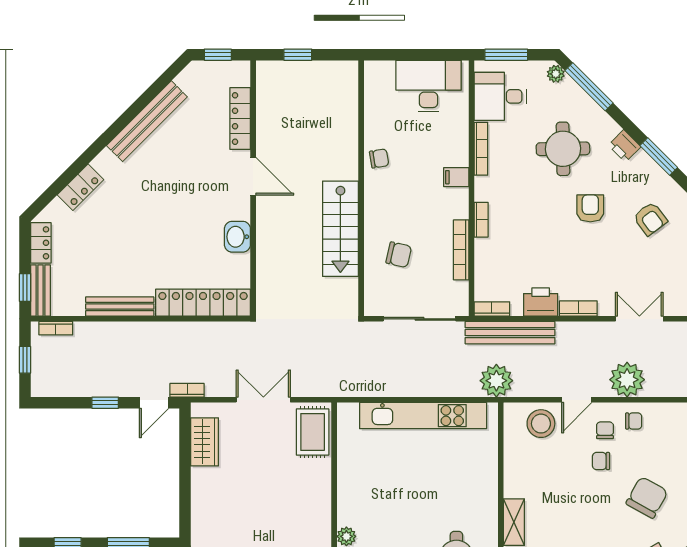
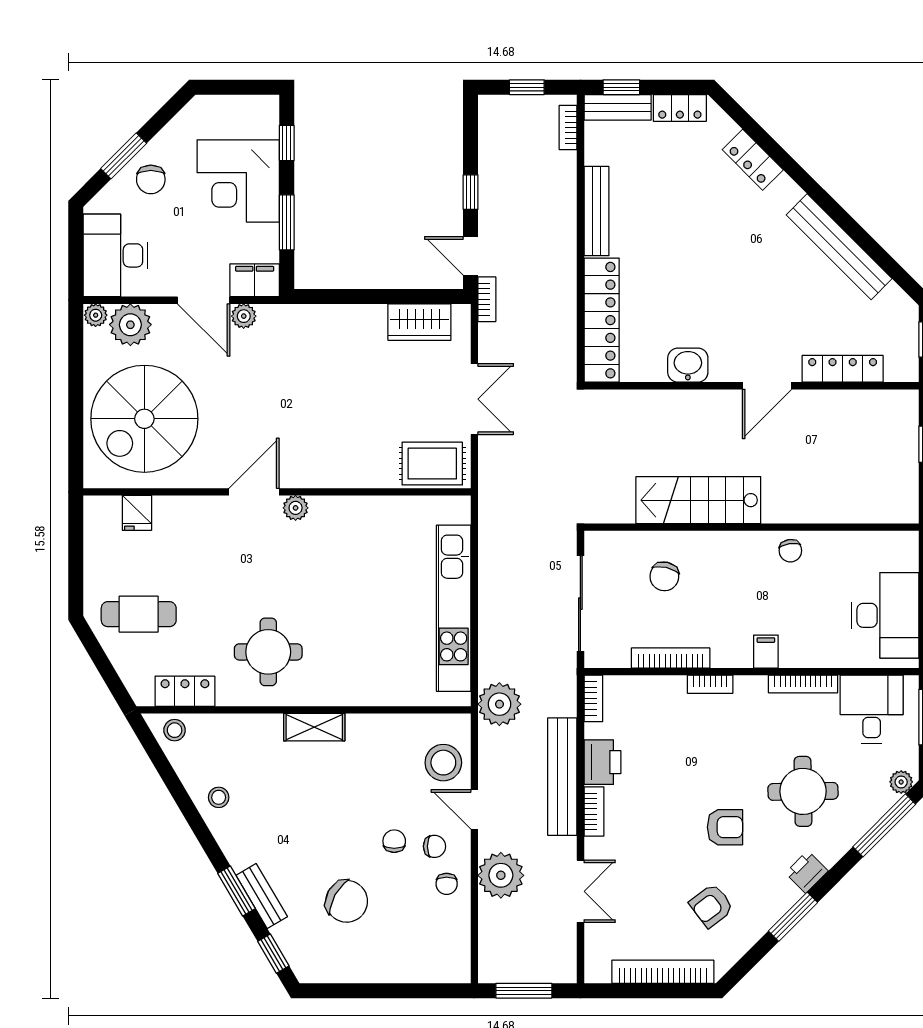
bench: (510, 333) -> (562, 777), moved

